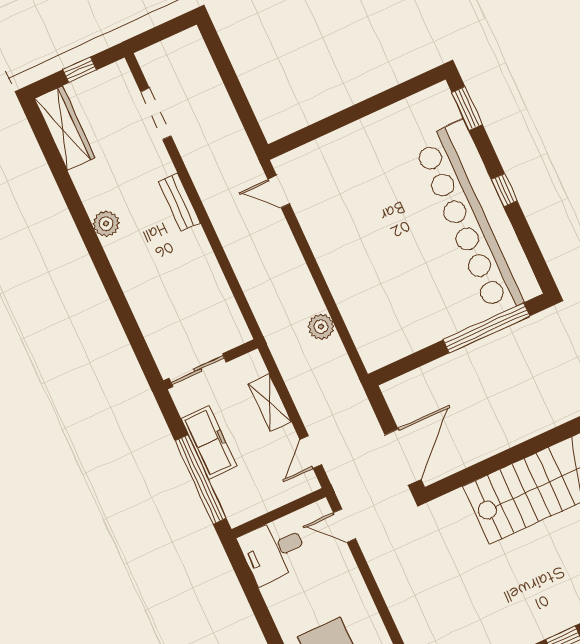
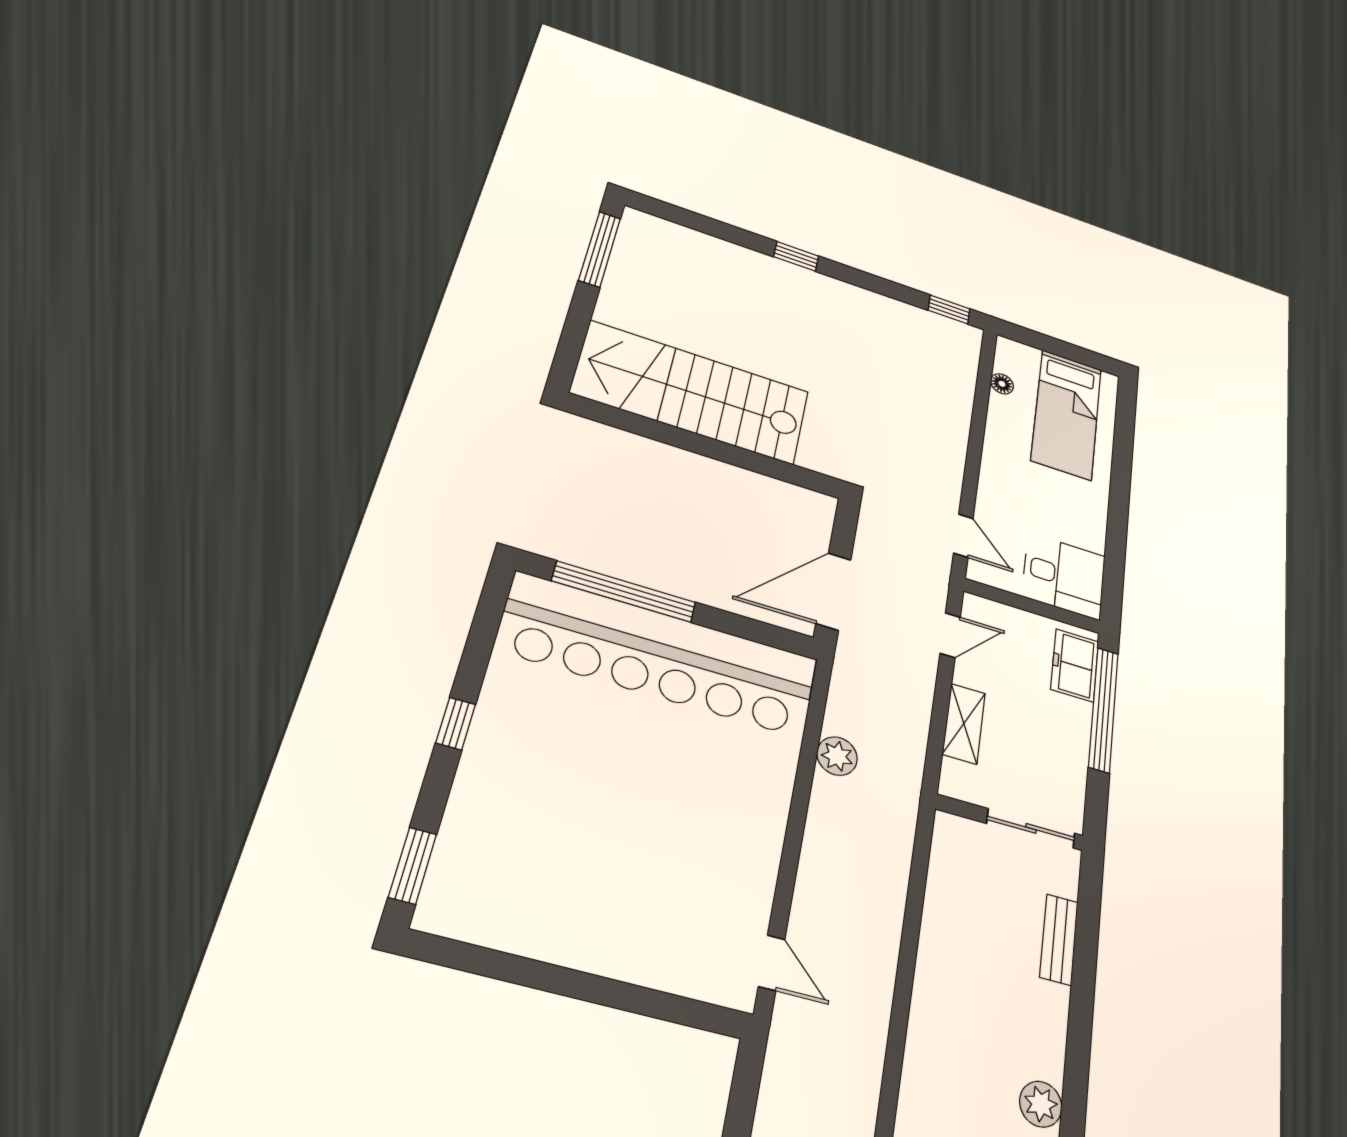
bench: (179, 202) -> (1059, 939), moved
bar counter: (477, 218) -> (660, 655), moved, turned 90
freezer: (209, 442) -> (1075, 665), moved, width x0.71
door: (403, 457) -> (833, 591), moved

